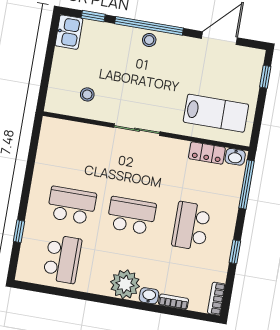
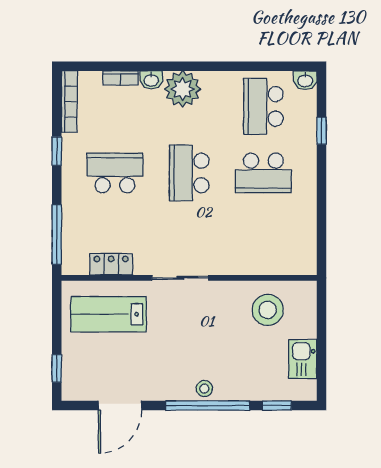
kitchen sink: (69, 32) -> (303, 359), moved
stool: (87, 94) -> (268, 310), width x1.89, depth x1.89
sliding door: (137, 130) -> (180, 278), moved
washbasin: (235, 157) -> (305, 80), moved, turned 180
school desk: (131, 216) -> (189, 173), turned 90
school desk: (191, 226) -> (115, 173), turned -90
bookcase: (216, 299) -> (69, 102), width x1.56

